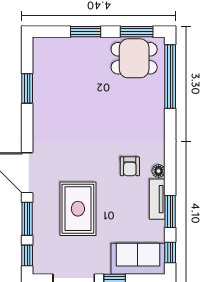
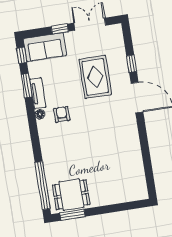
window: (86, 32) -> (110, 209), removed
window: (27, 88) -> (147, 160), removed
window: (27, 219) -> (132, 64), width x0.67
window: (27, 255) -> (127, 36), removed

